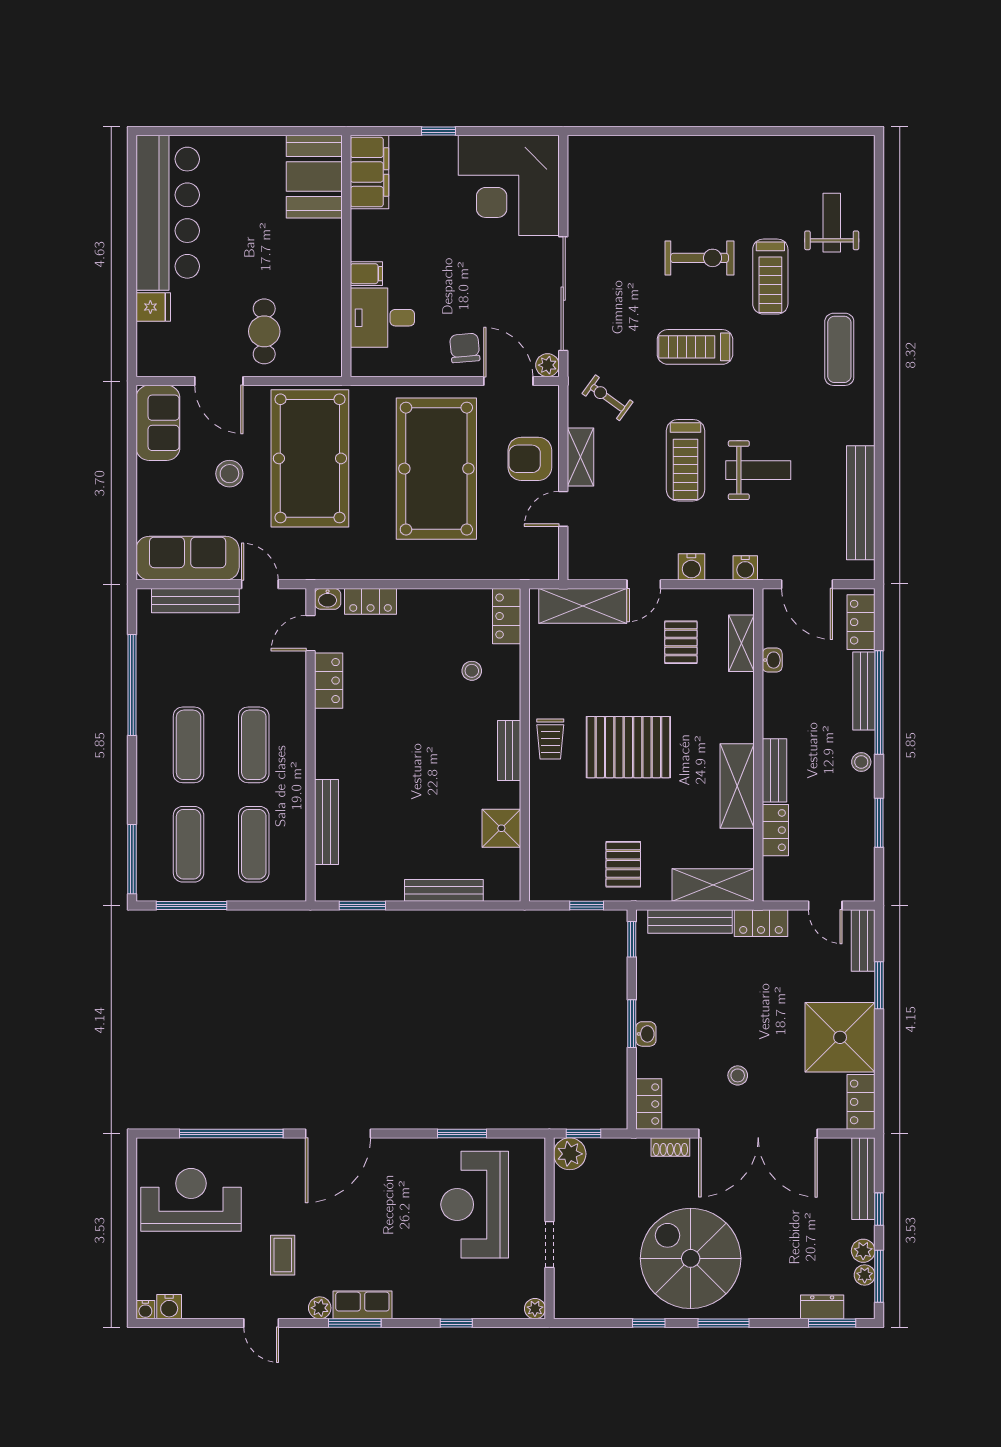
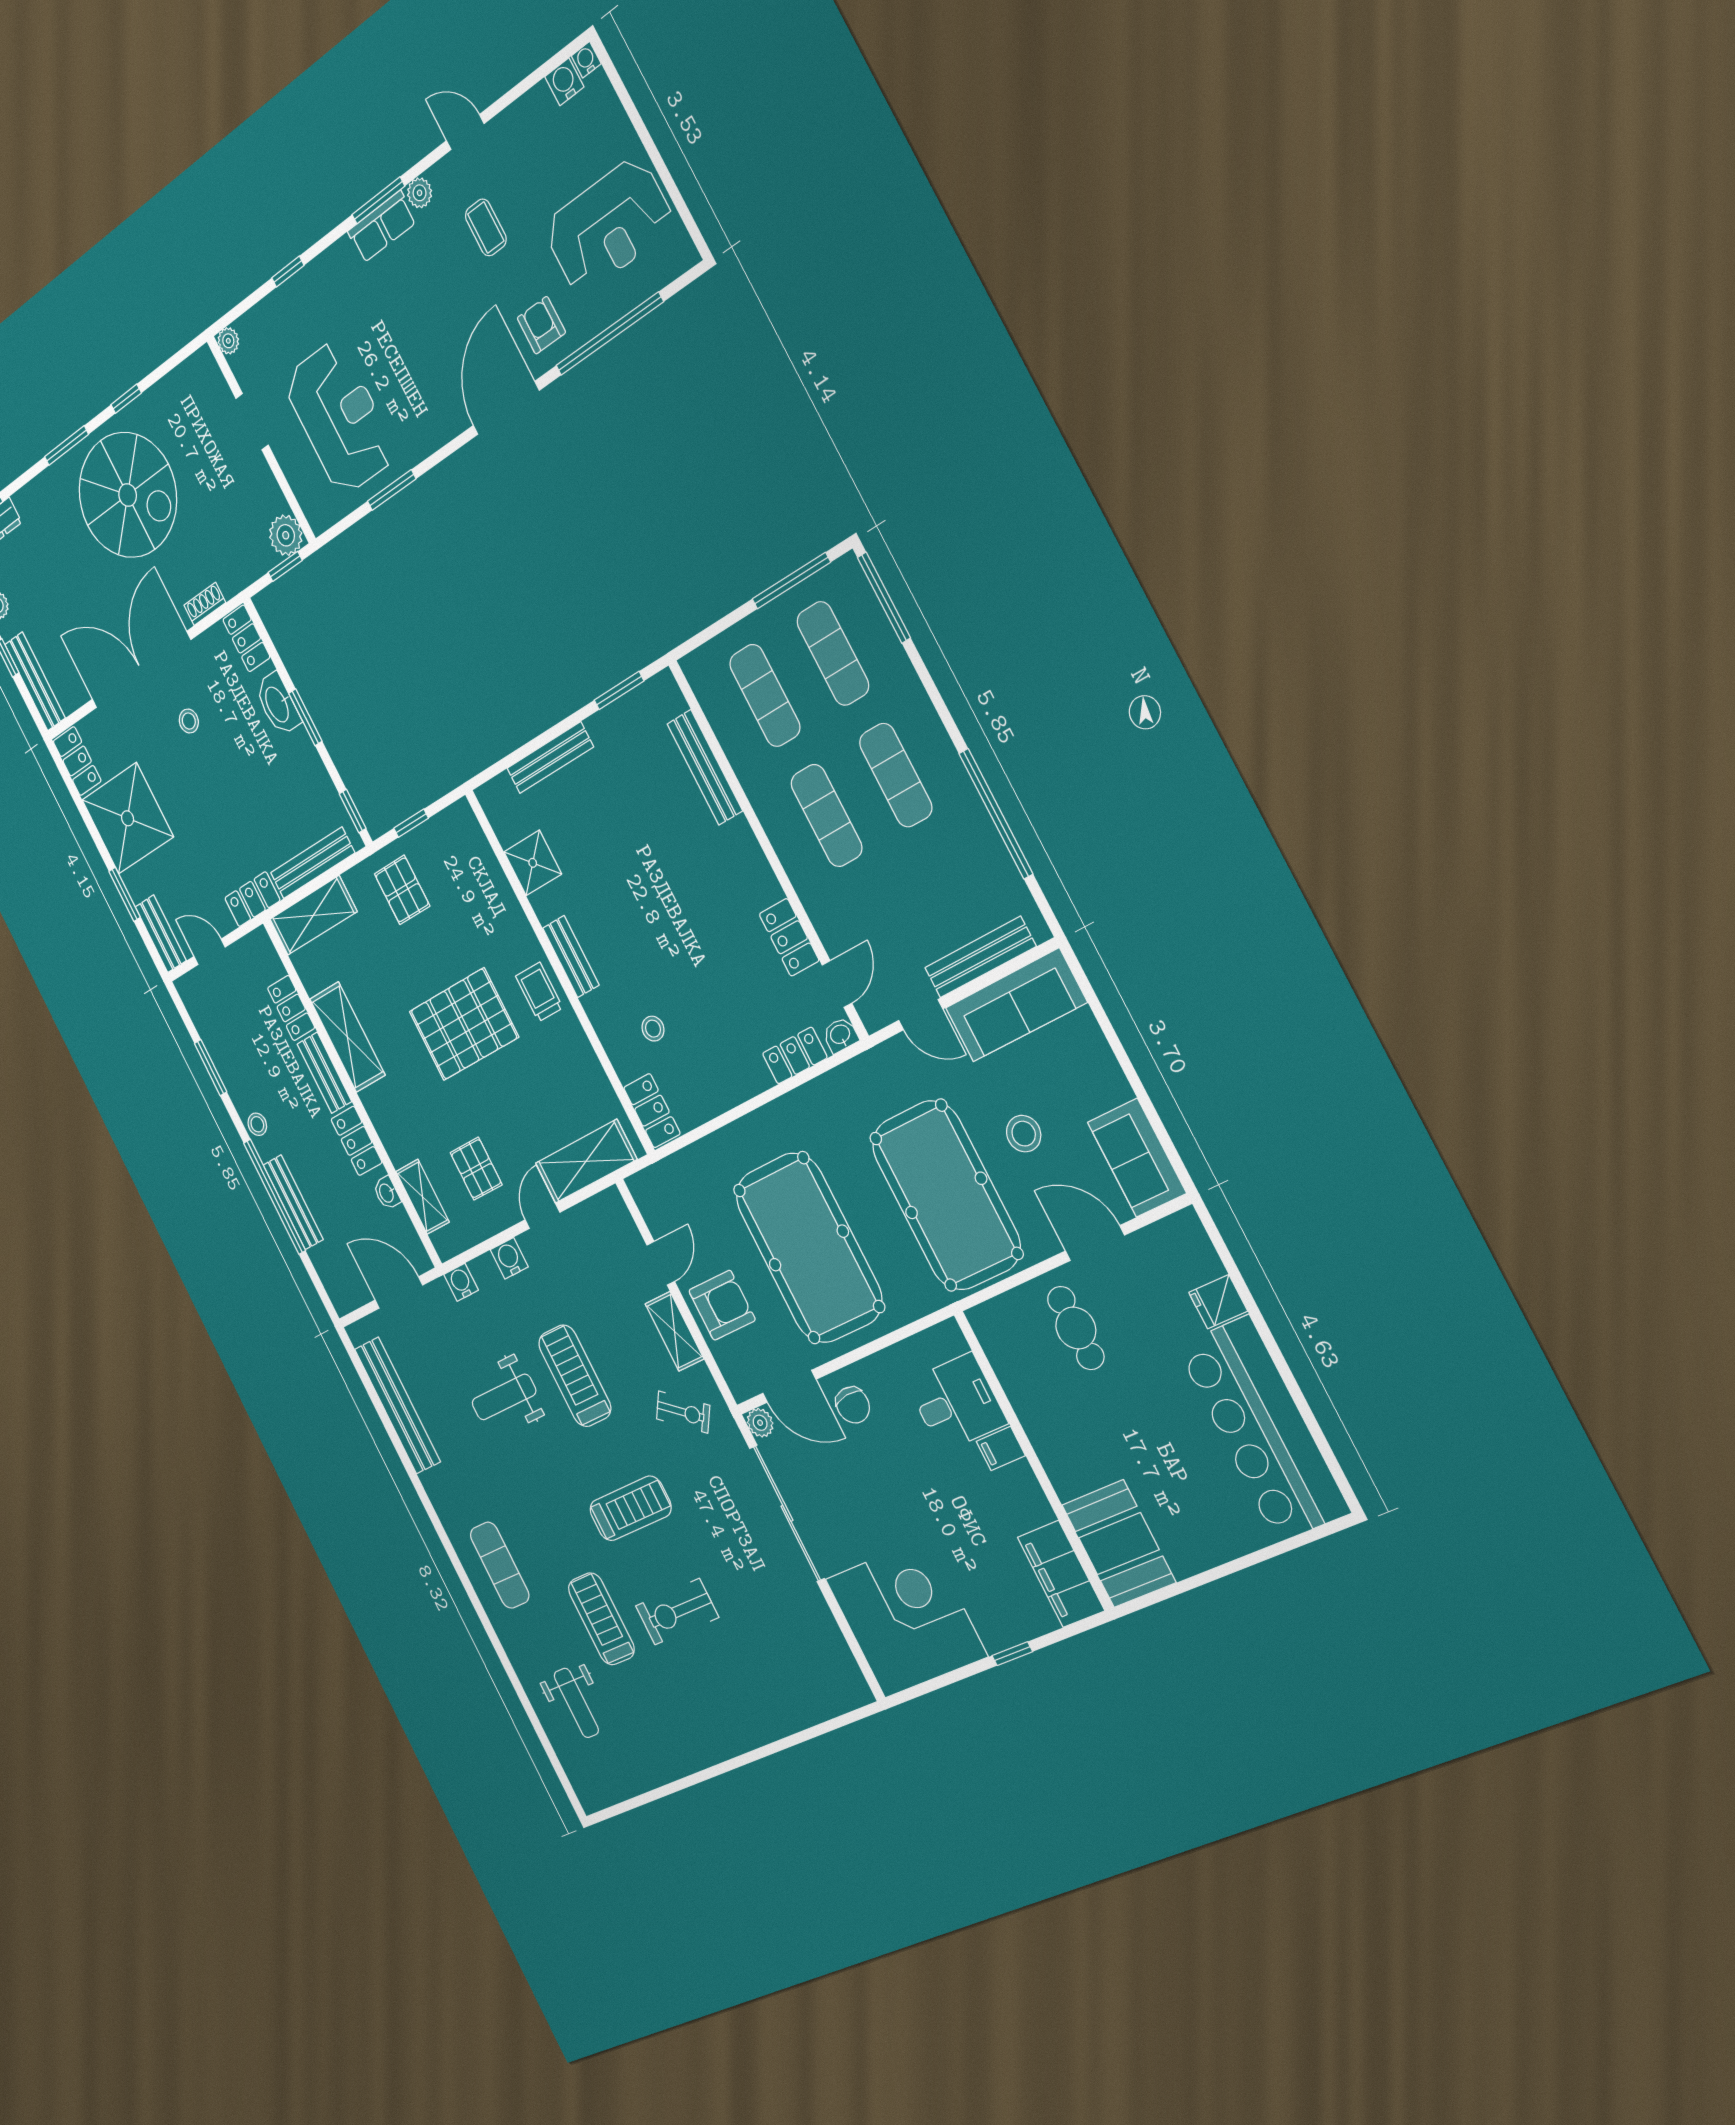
locker: (861, 622) -> (356, 1141), moved, turned 180
washbasin: (646, 1034) -> (278, 704), width x1.91, depth x1.45
armchair: (279, 1169) -> (541, 325), added

